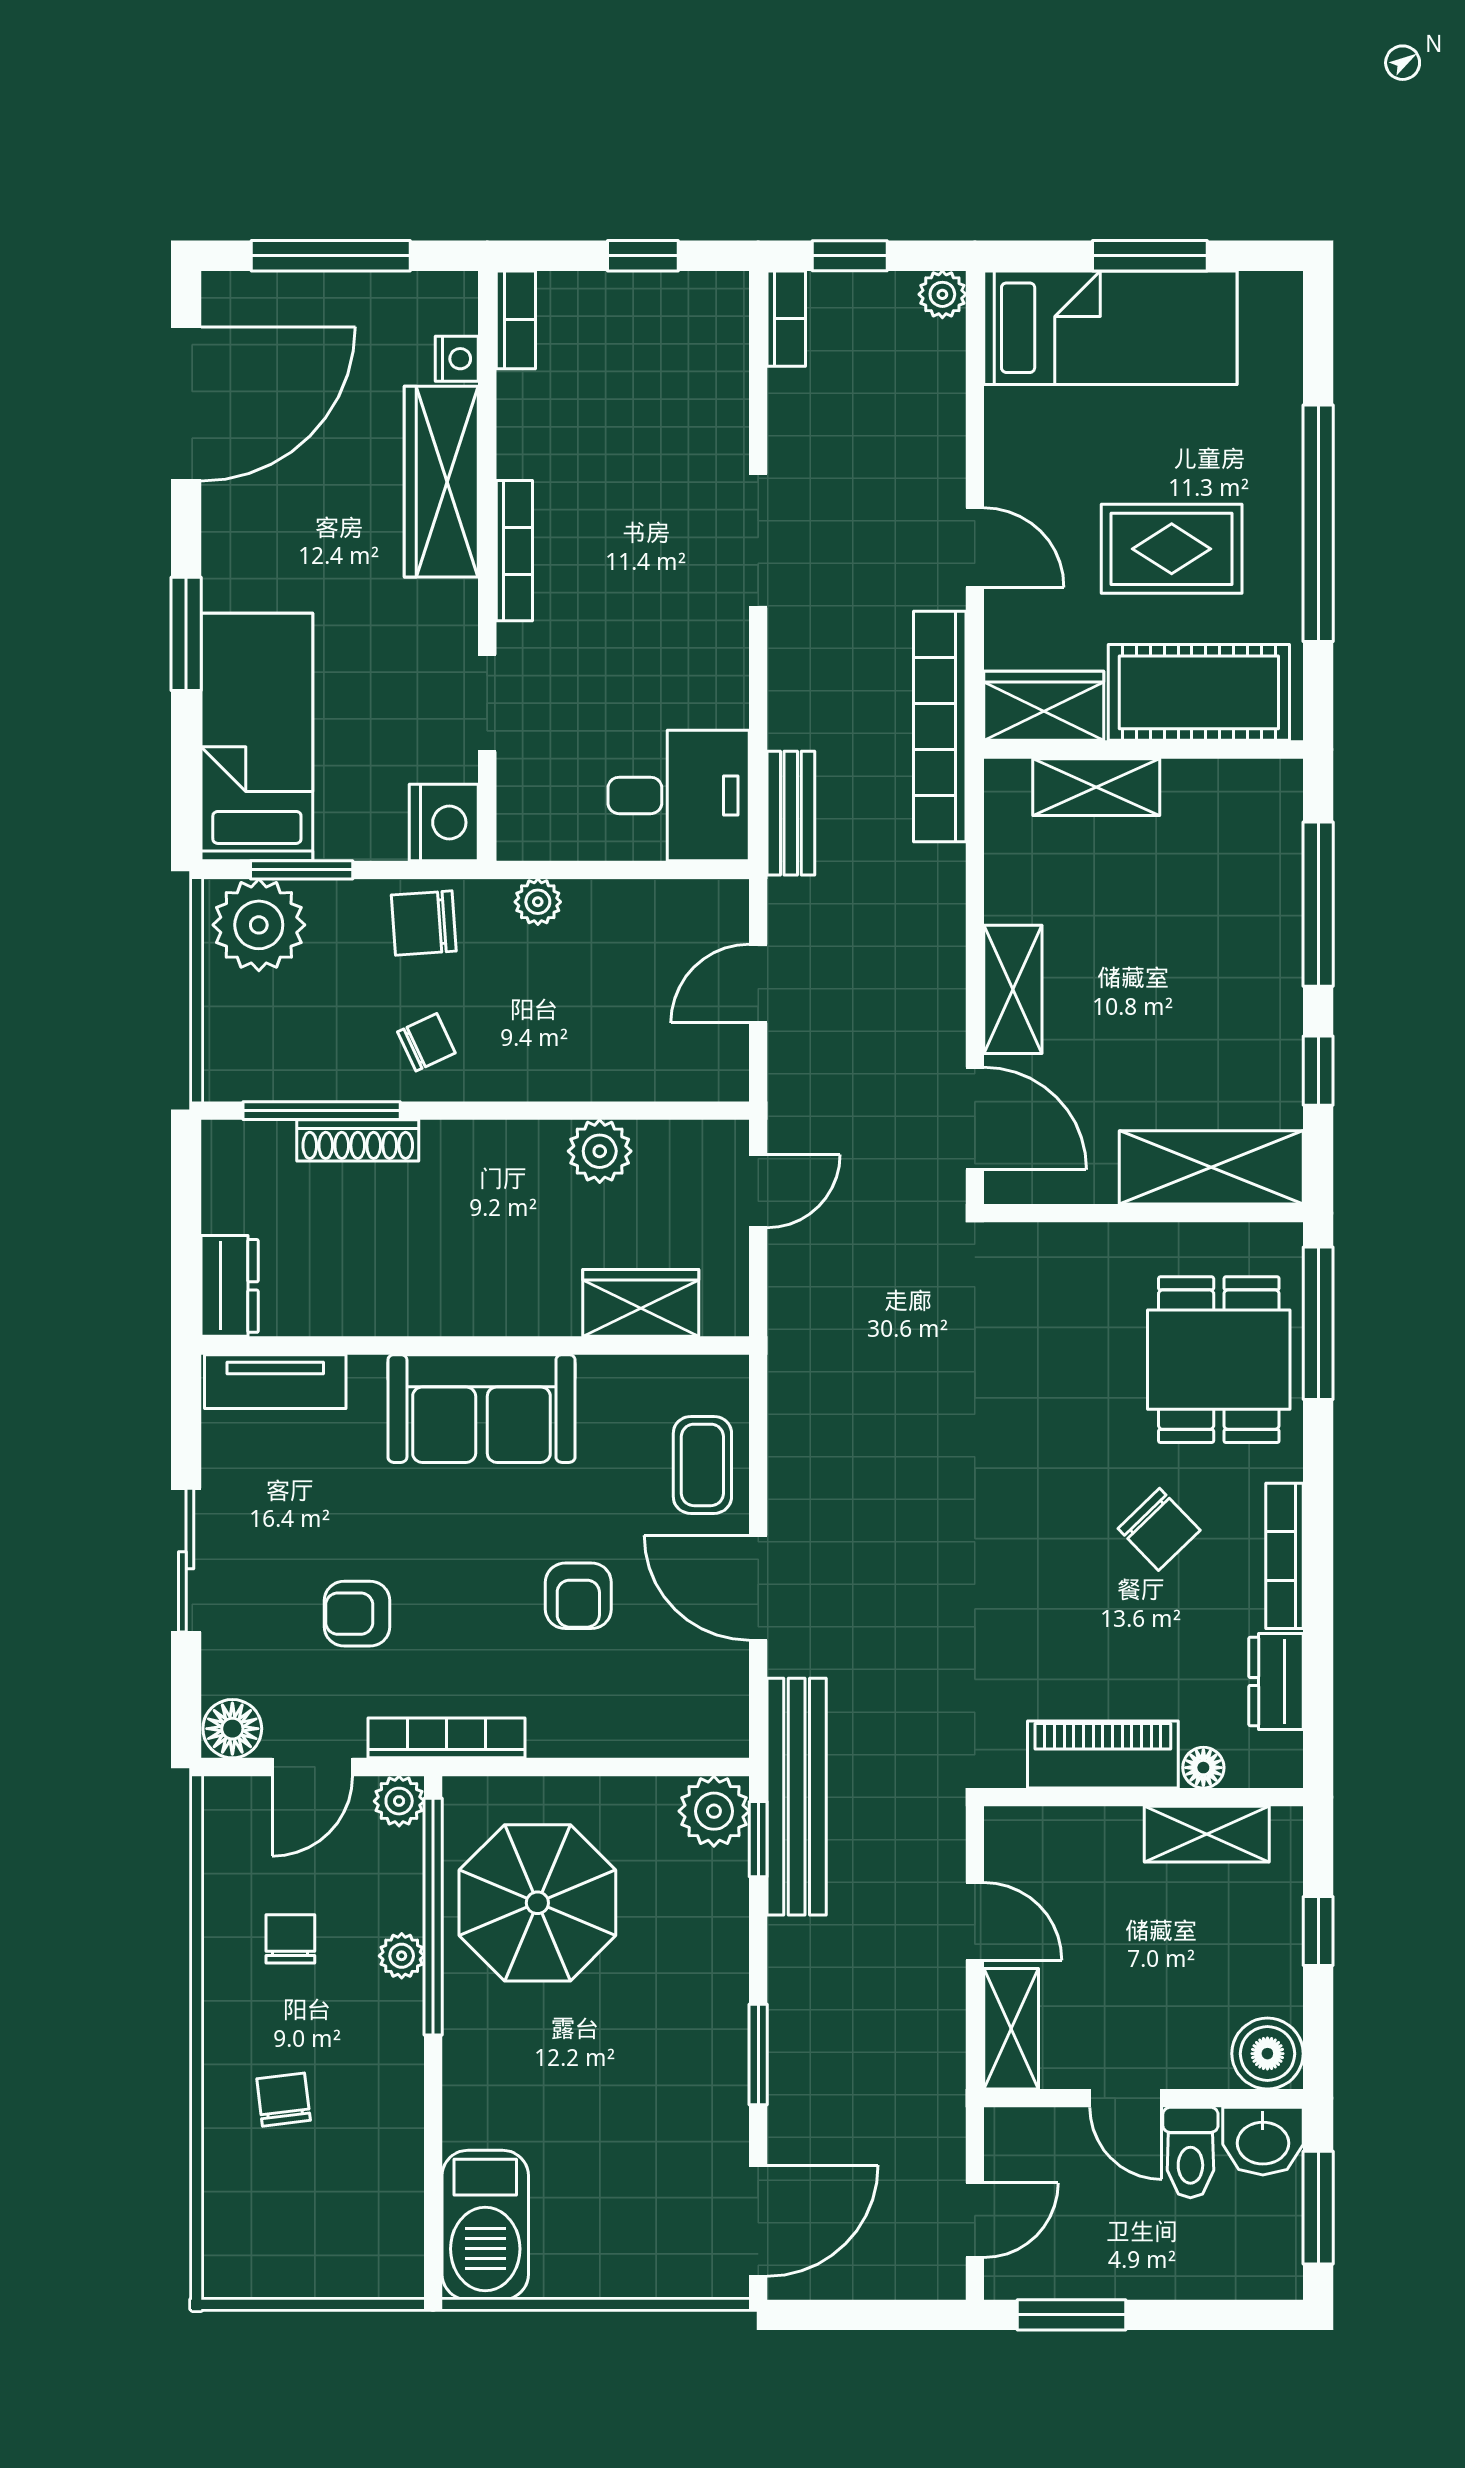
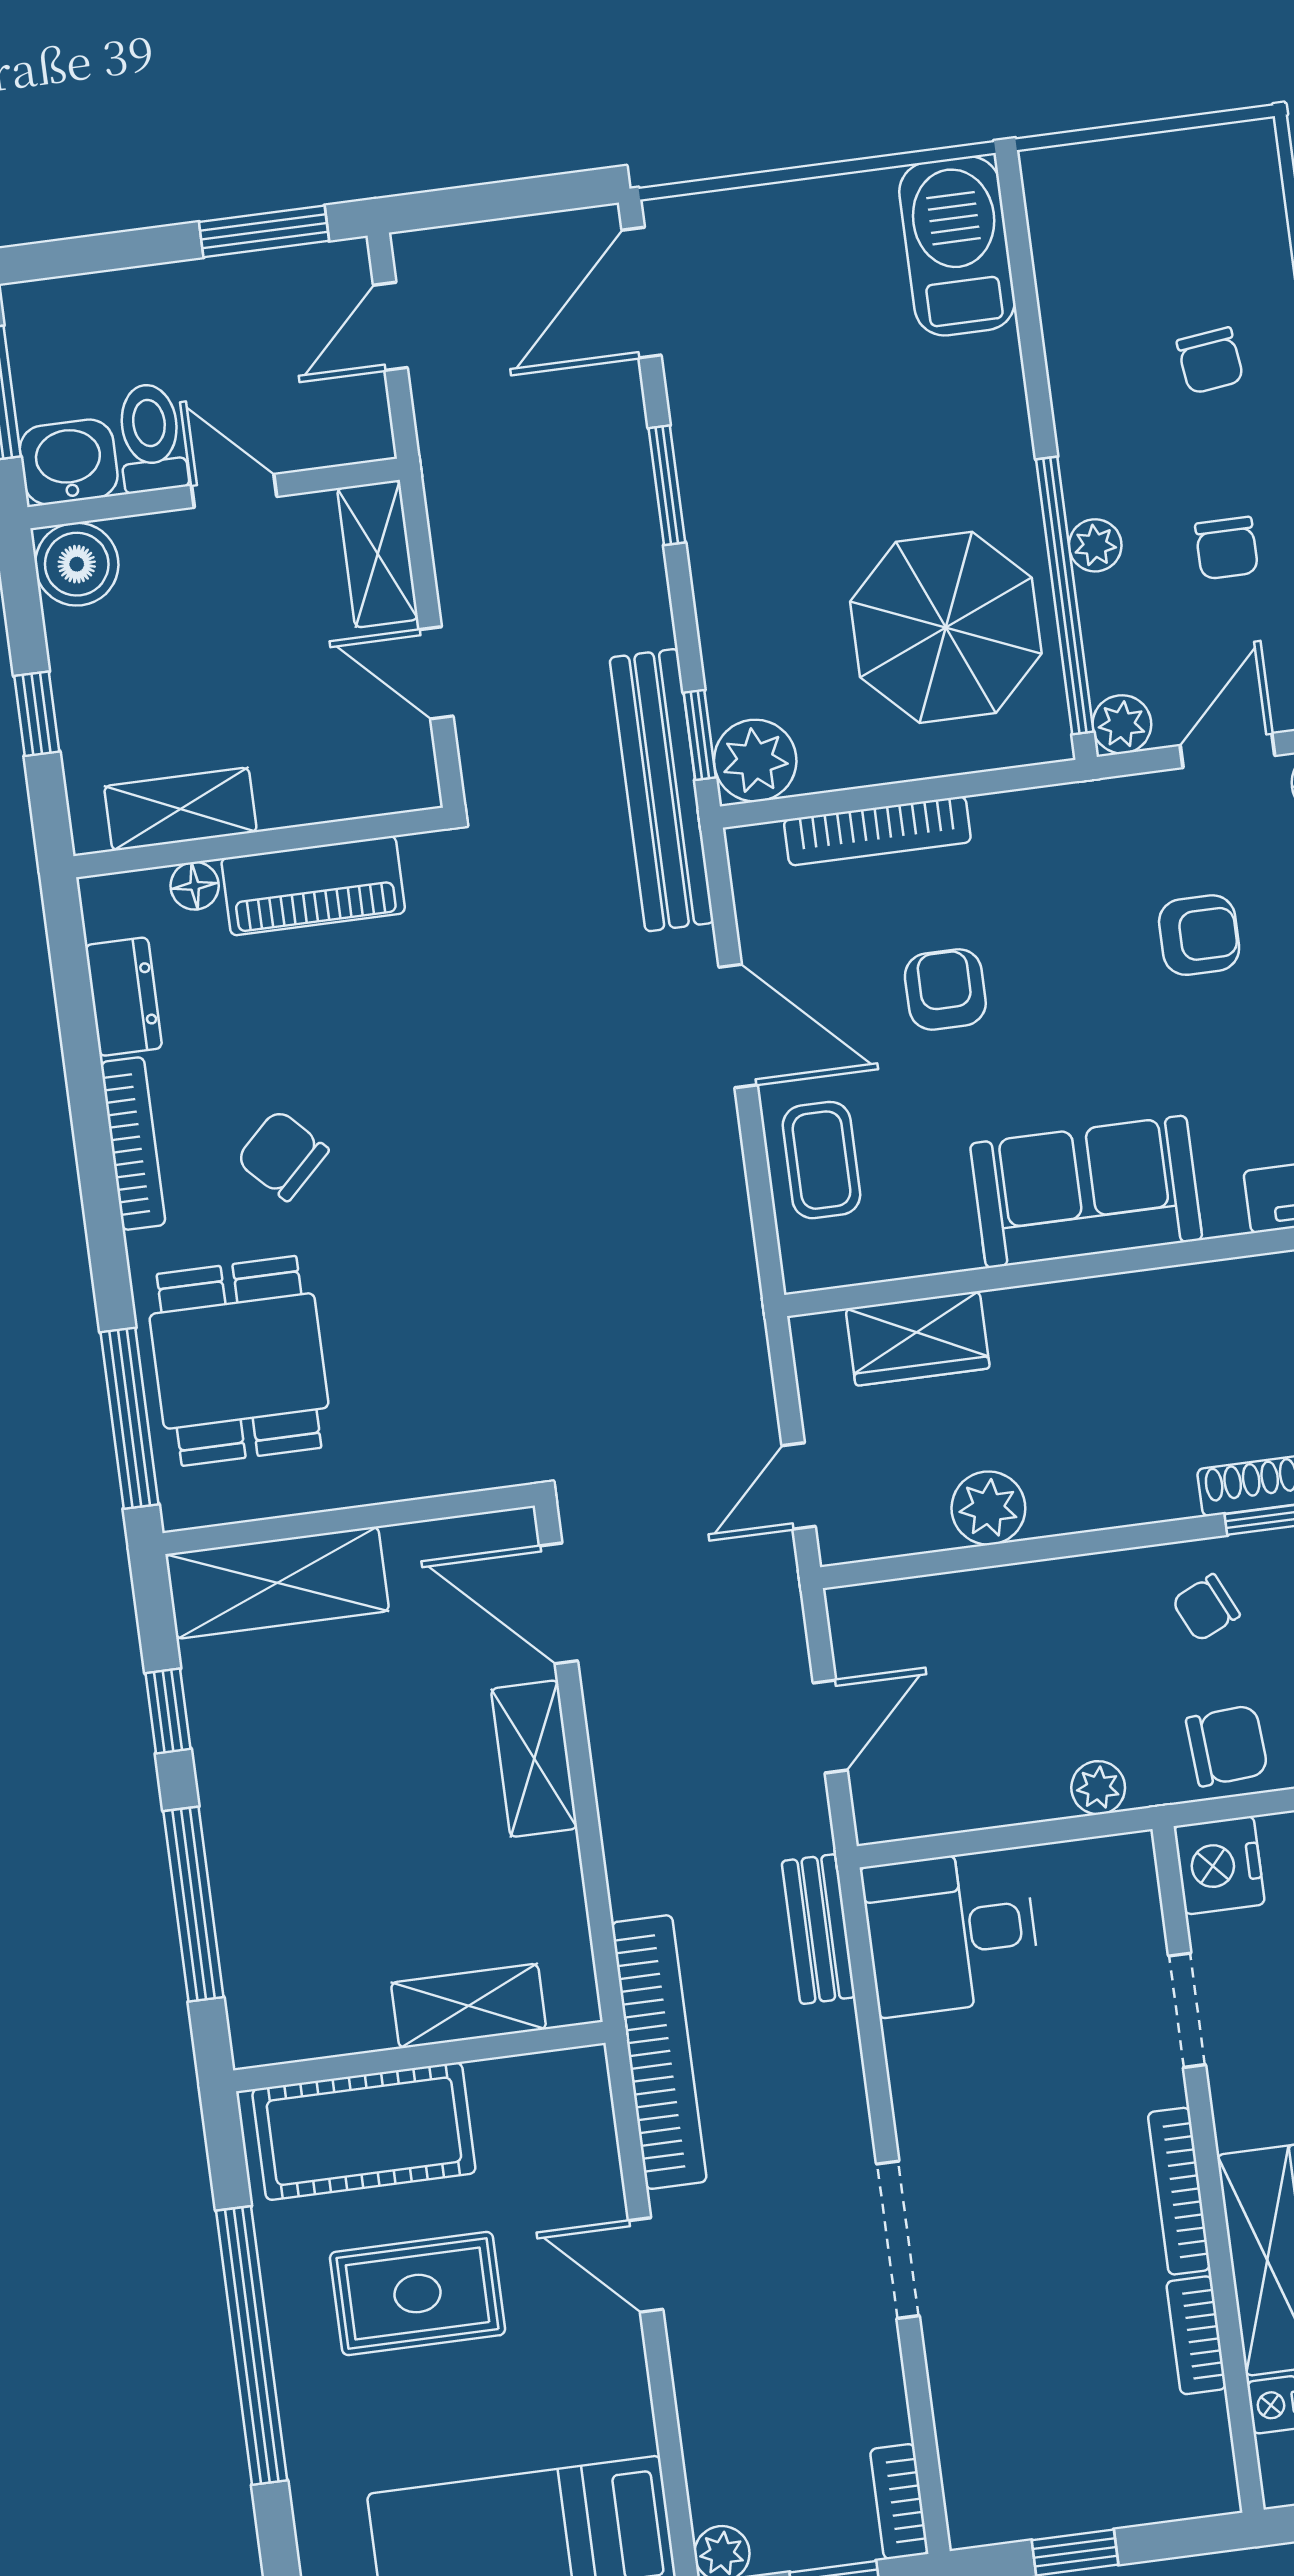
bookcase: (516, 320) -> (1196, 2335), moved
wardrobe: (1044, 706) -> (542, 2092), removed
bookcase: (447, 1738) -> (877, 831), moved

